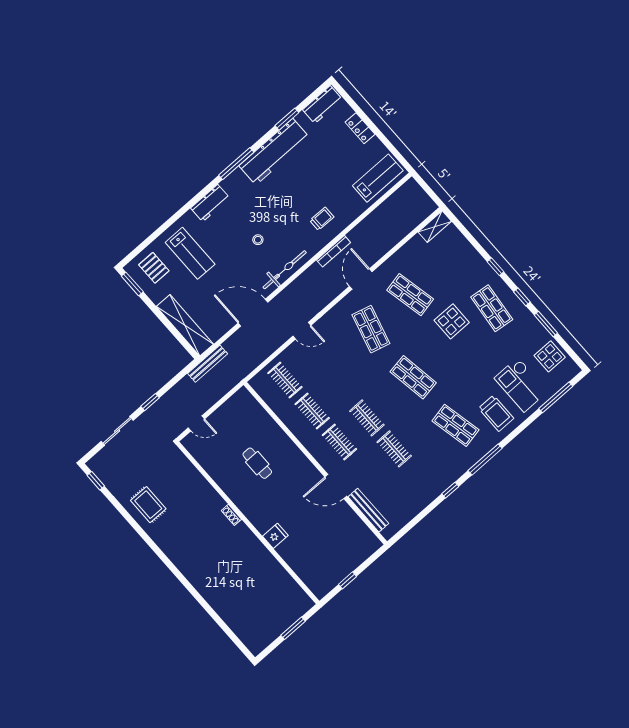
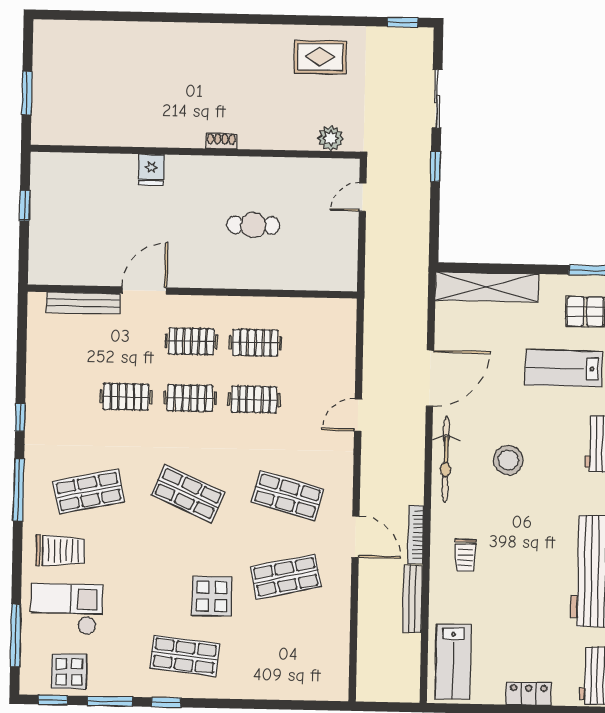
shelving: (435, 227) -> (338, 676), removed
stool: (258, 240) -> (508, 460), width x1.89, depth x1.89
window: (496, 267) -> (53, 700), moved
bench: (208, 364) -> (412, 599), moved
shop shelf: (413, 377) -> (188, 494), turned 33
clothes rail: (285, 380) -> (254, 399), moved
trolley: (496, 413) -> (60, 551), turned 180
plant: (182, 464) -> (331, 138), added

